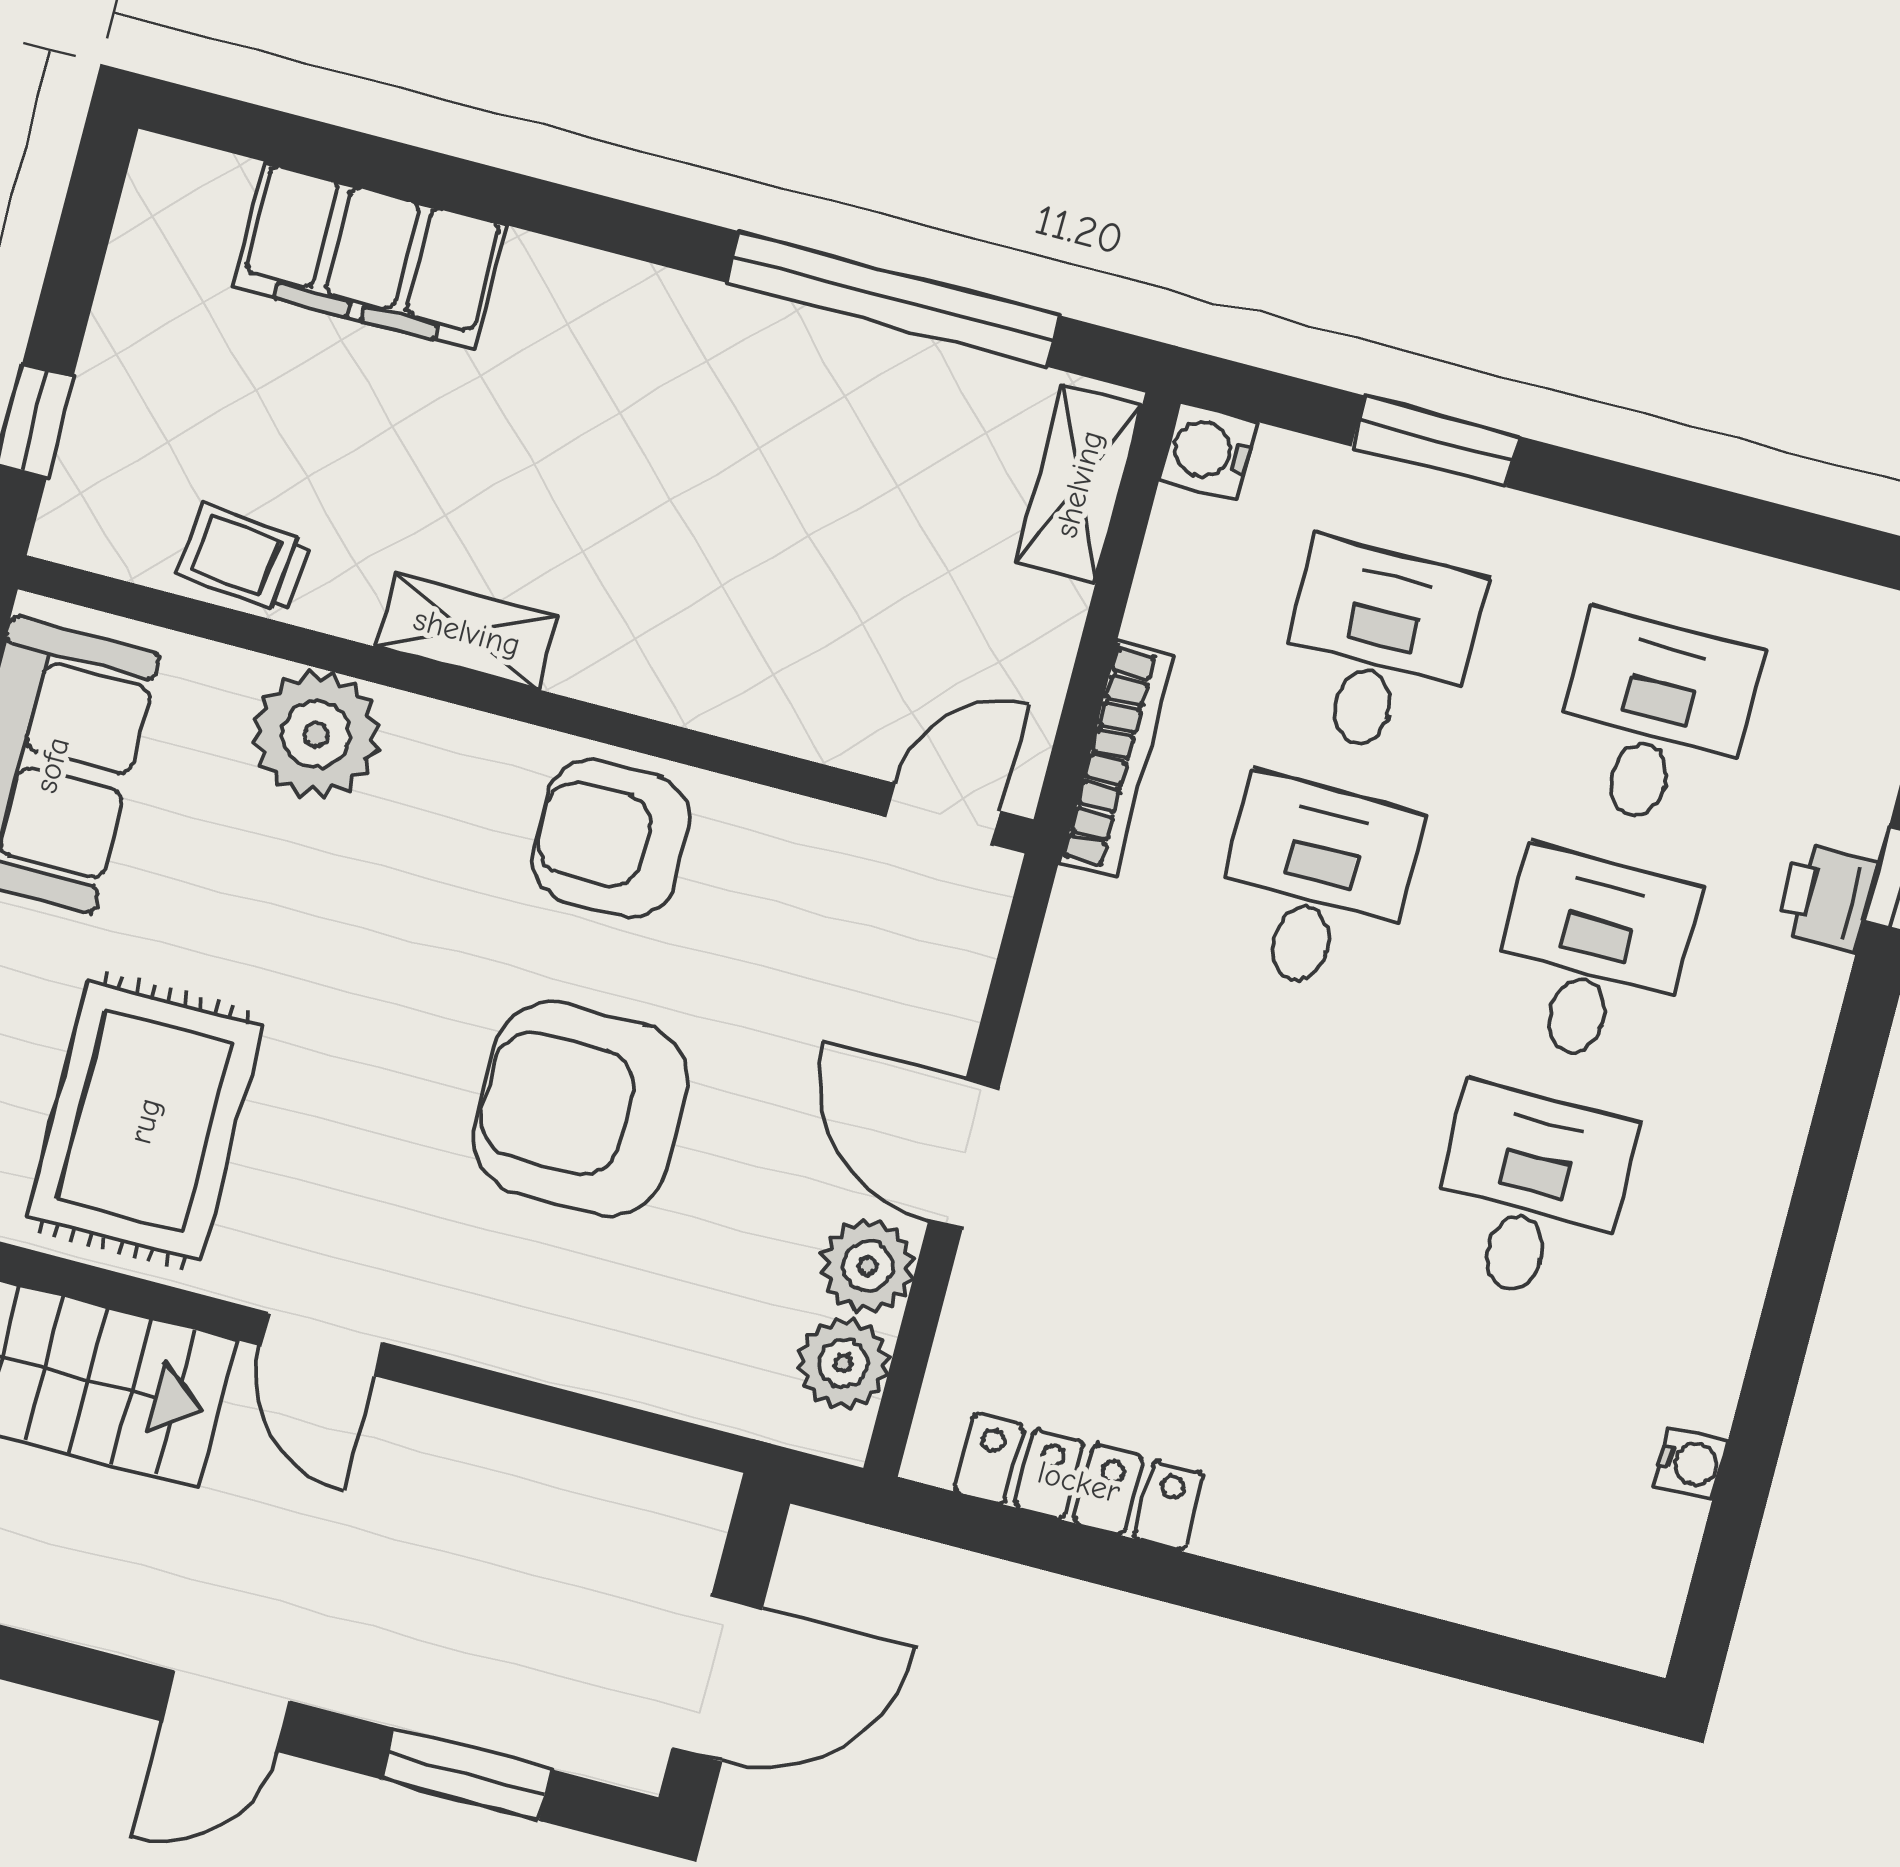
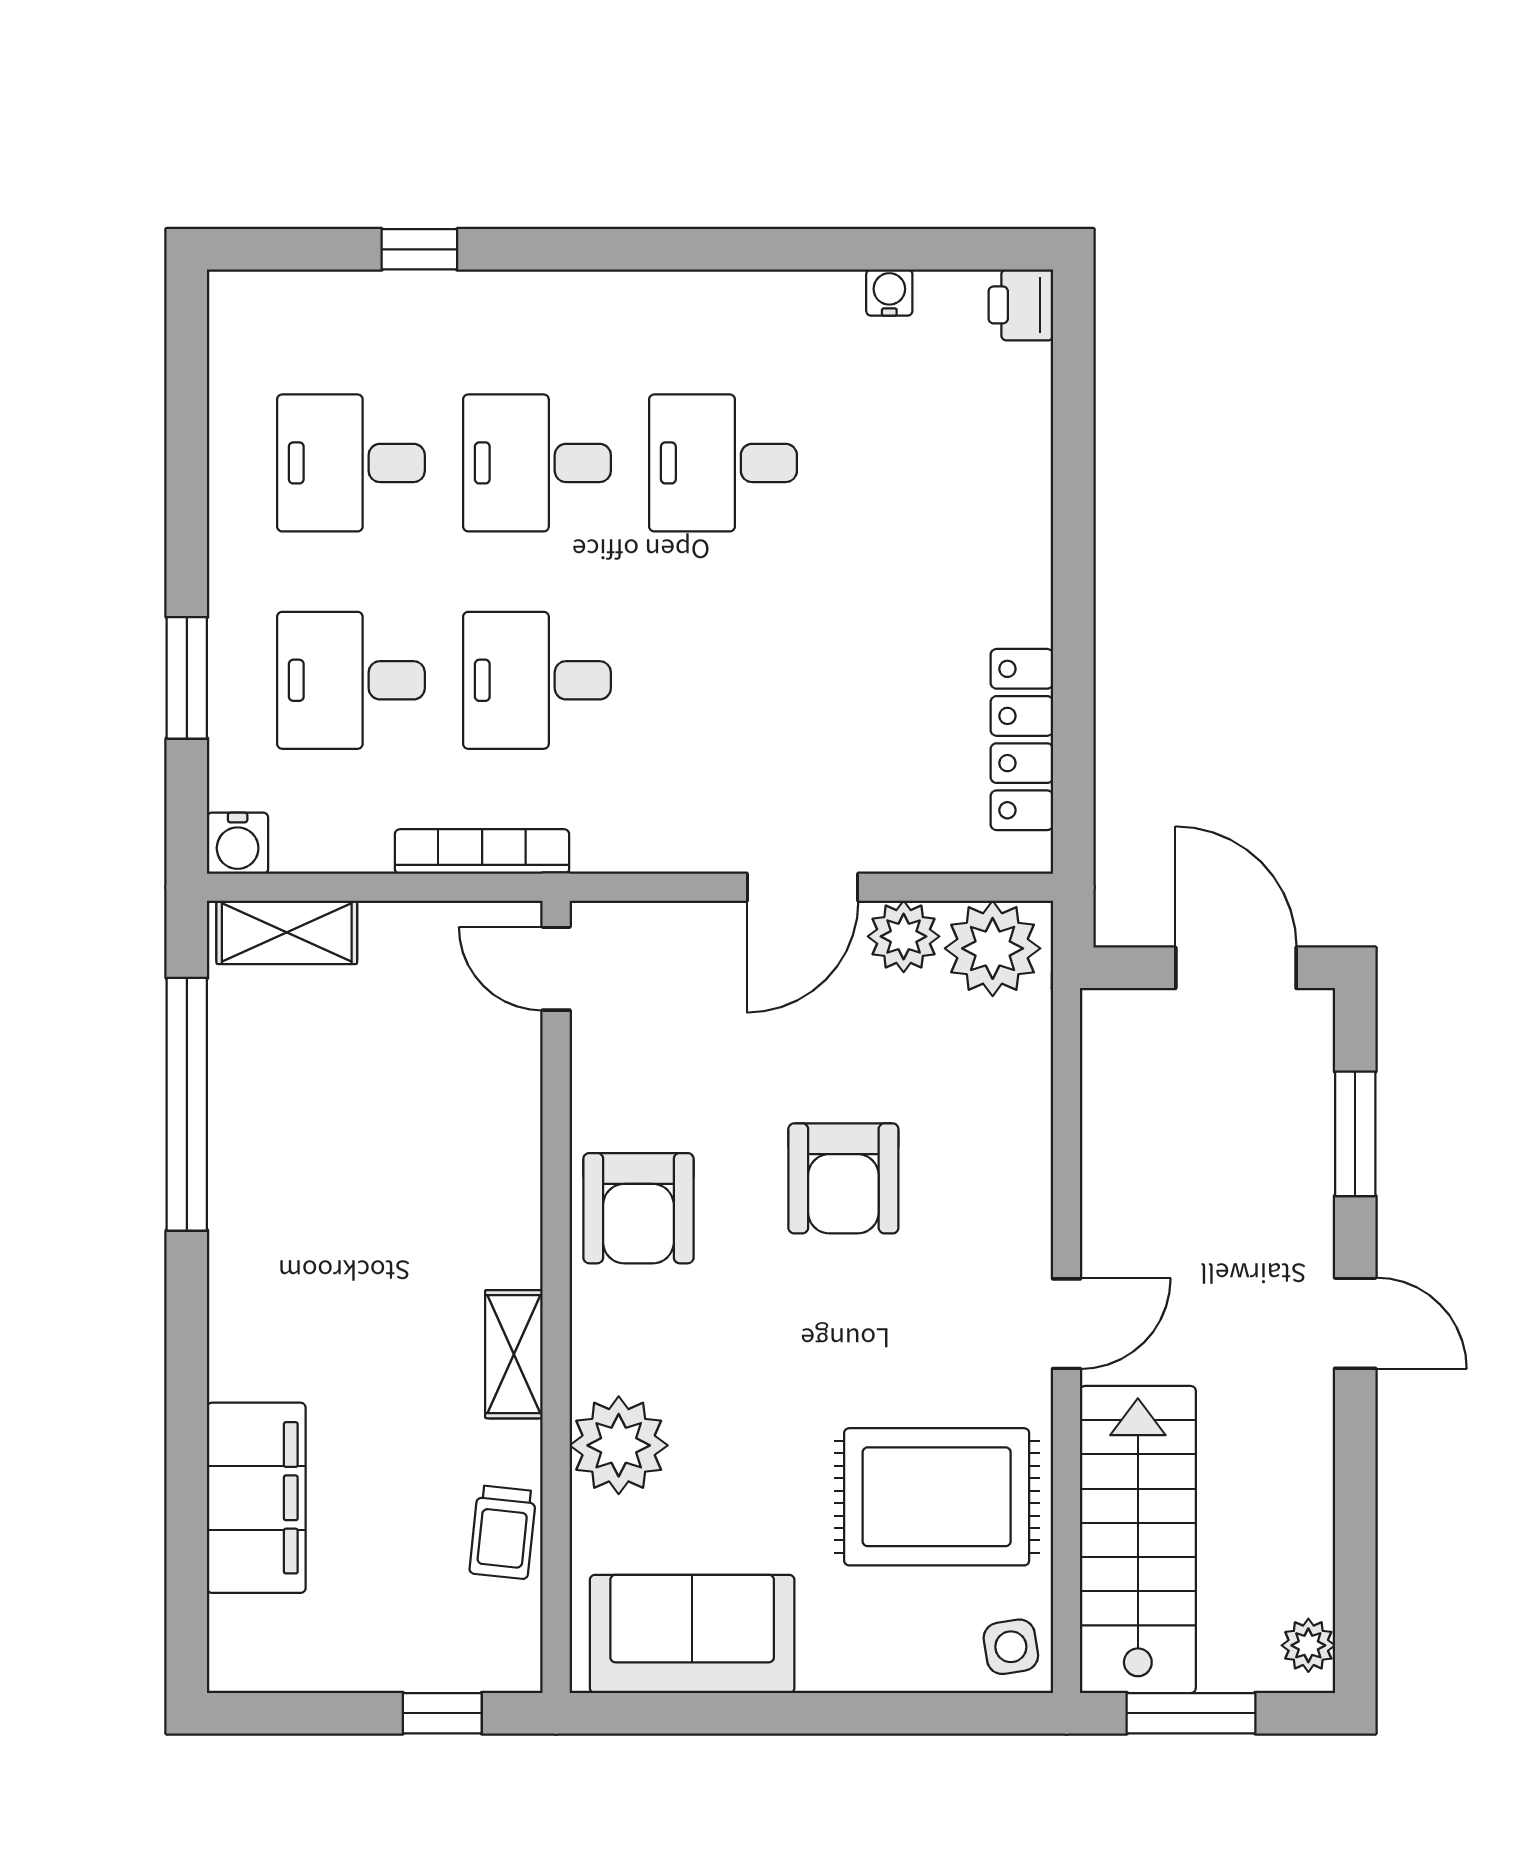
printer: (1827, 897) -> (1021, 305), moved, turned 90
armchair: (580, 1109) -> (843, 1178), width x0.73, depth x0.73
plant: (843, 1363) -> (993, 948), width x1.36, depth x1.36

